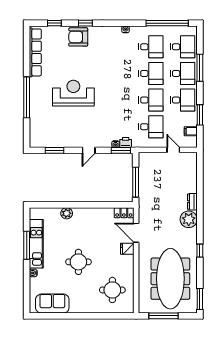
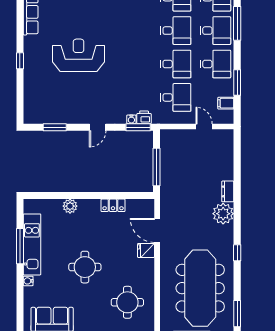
window: (27, 97) -> (20, 61), width x0.32
locker: (124, 213) -> (113, 205), moved

